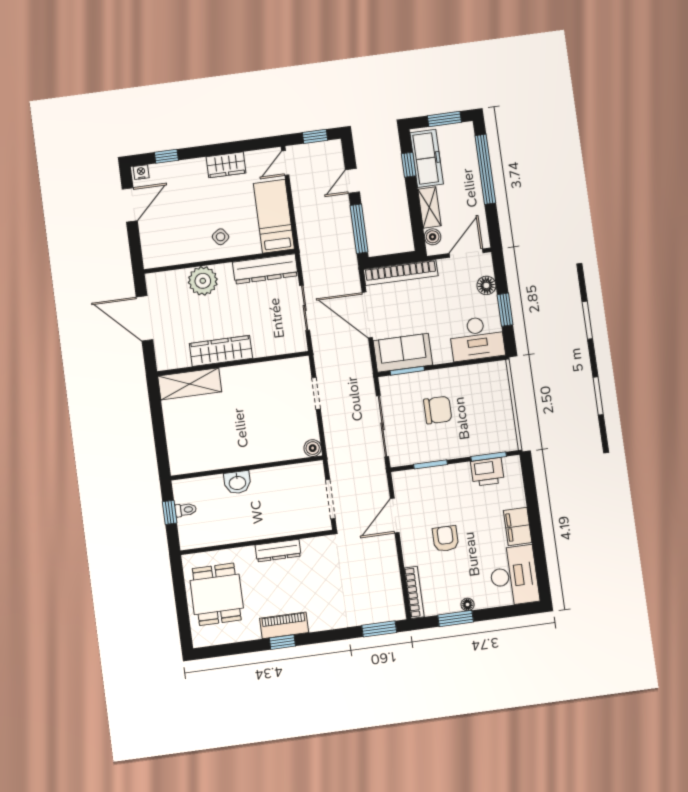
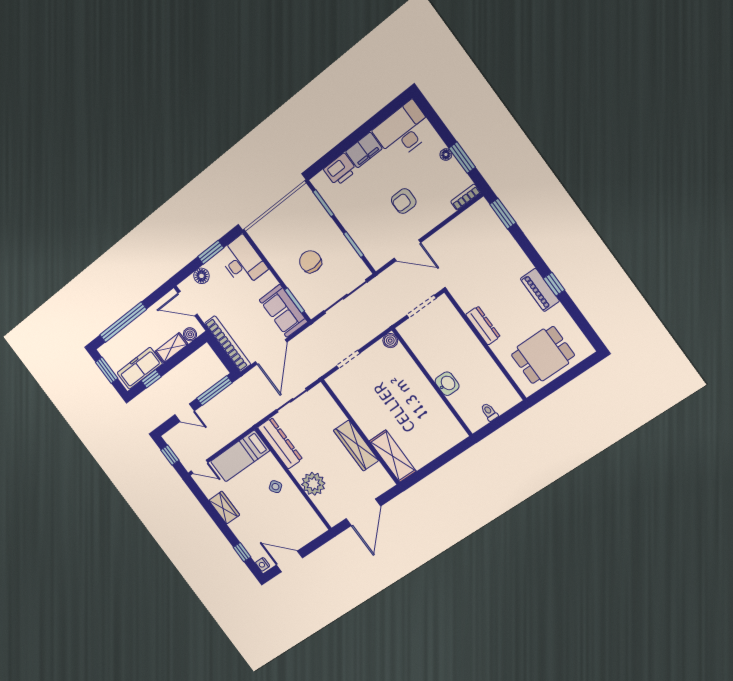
printer: (487, 472) -> (340, 170), moved, turned 90
window: (170, 512) -> (498, 423), removed
bookcase: (414, 592) -> (466, 197), width x0.64

